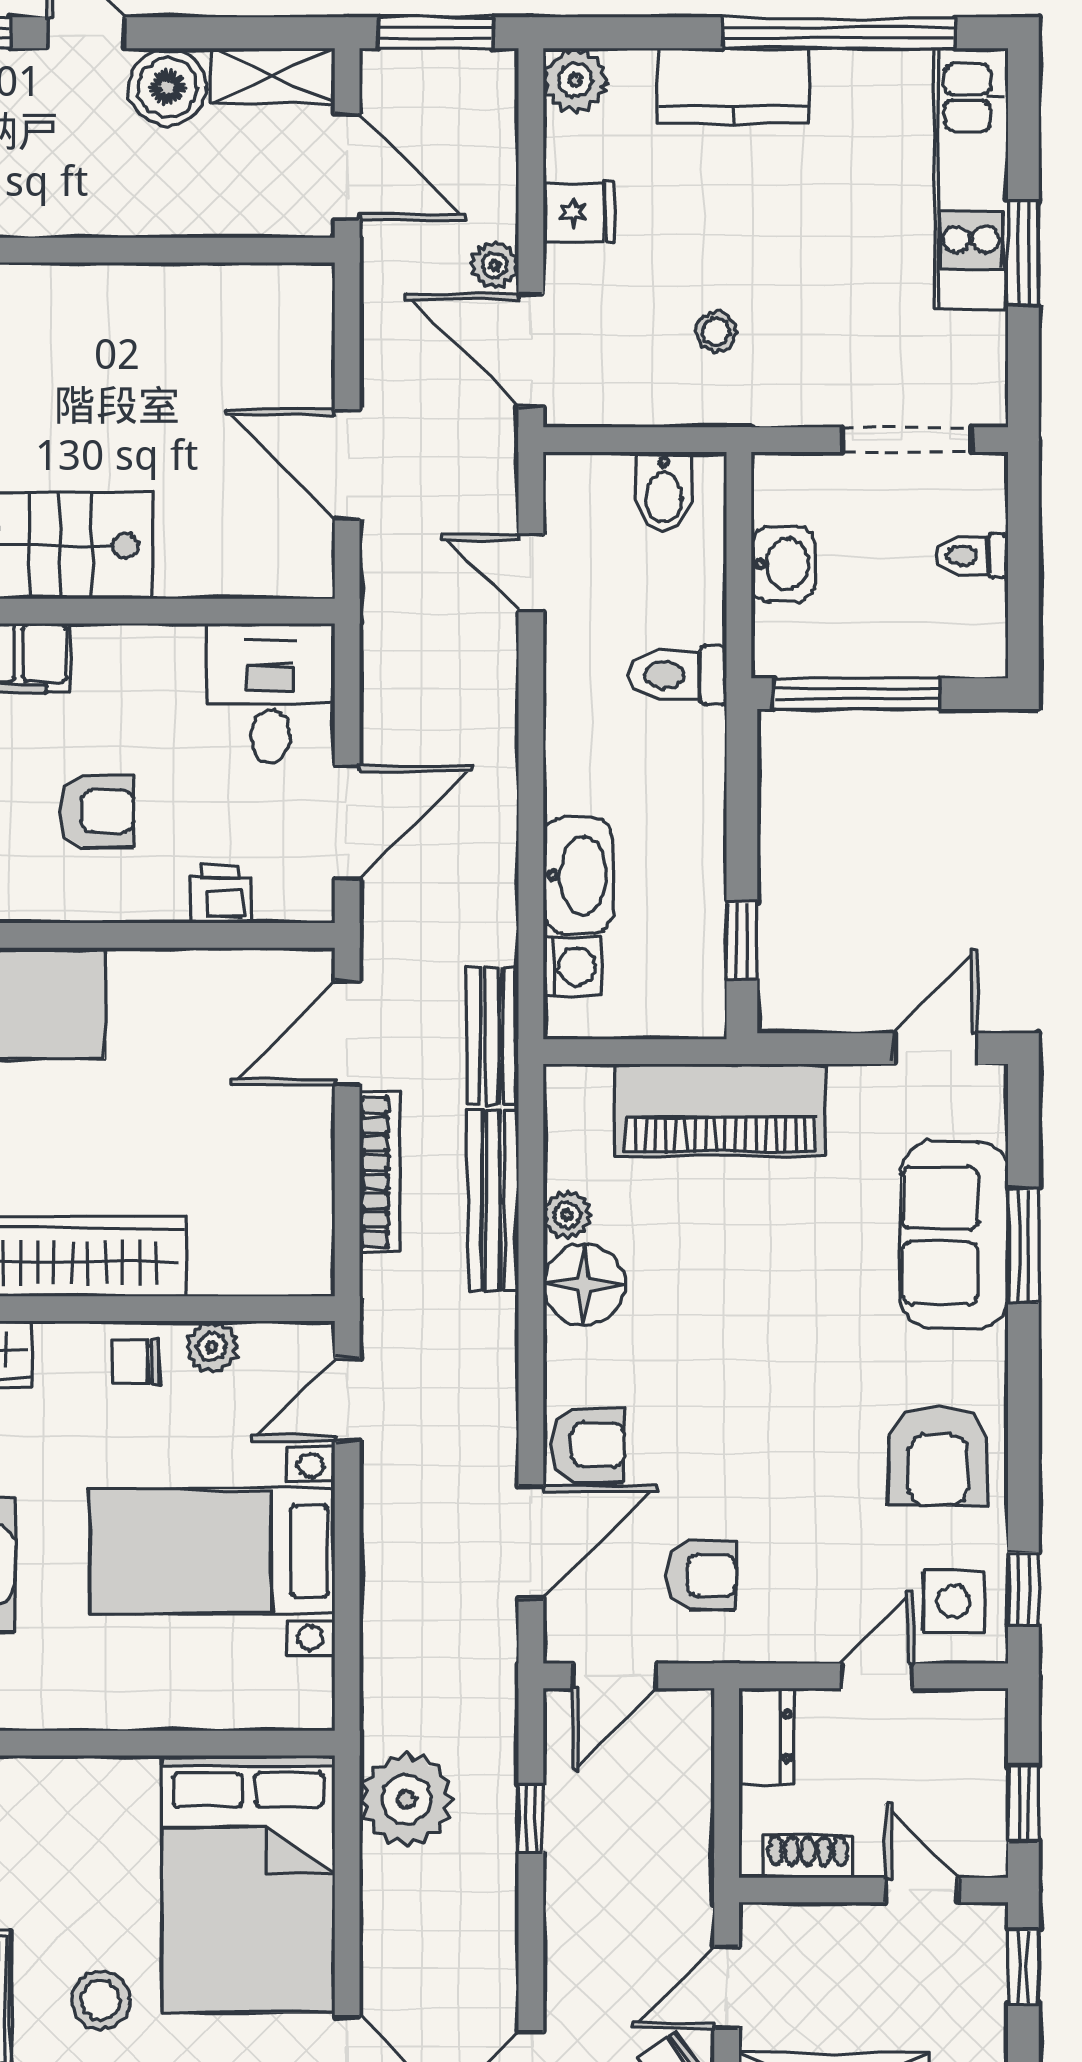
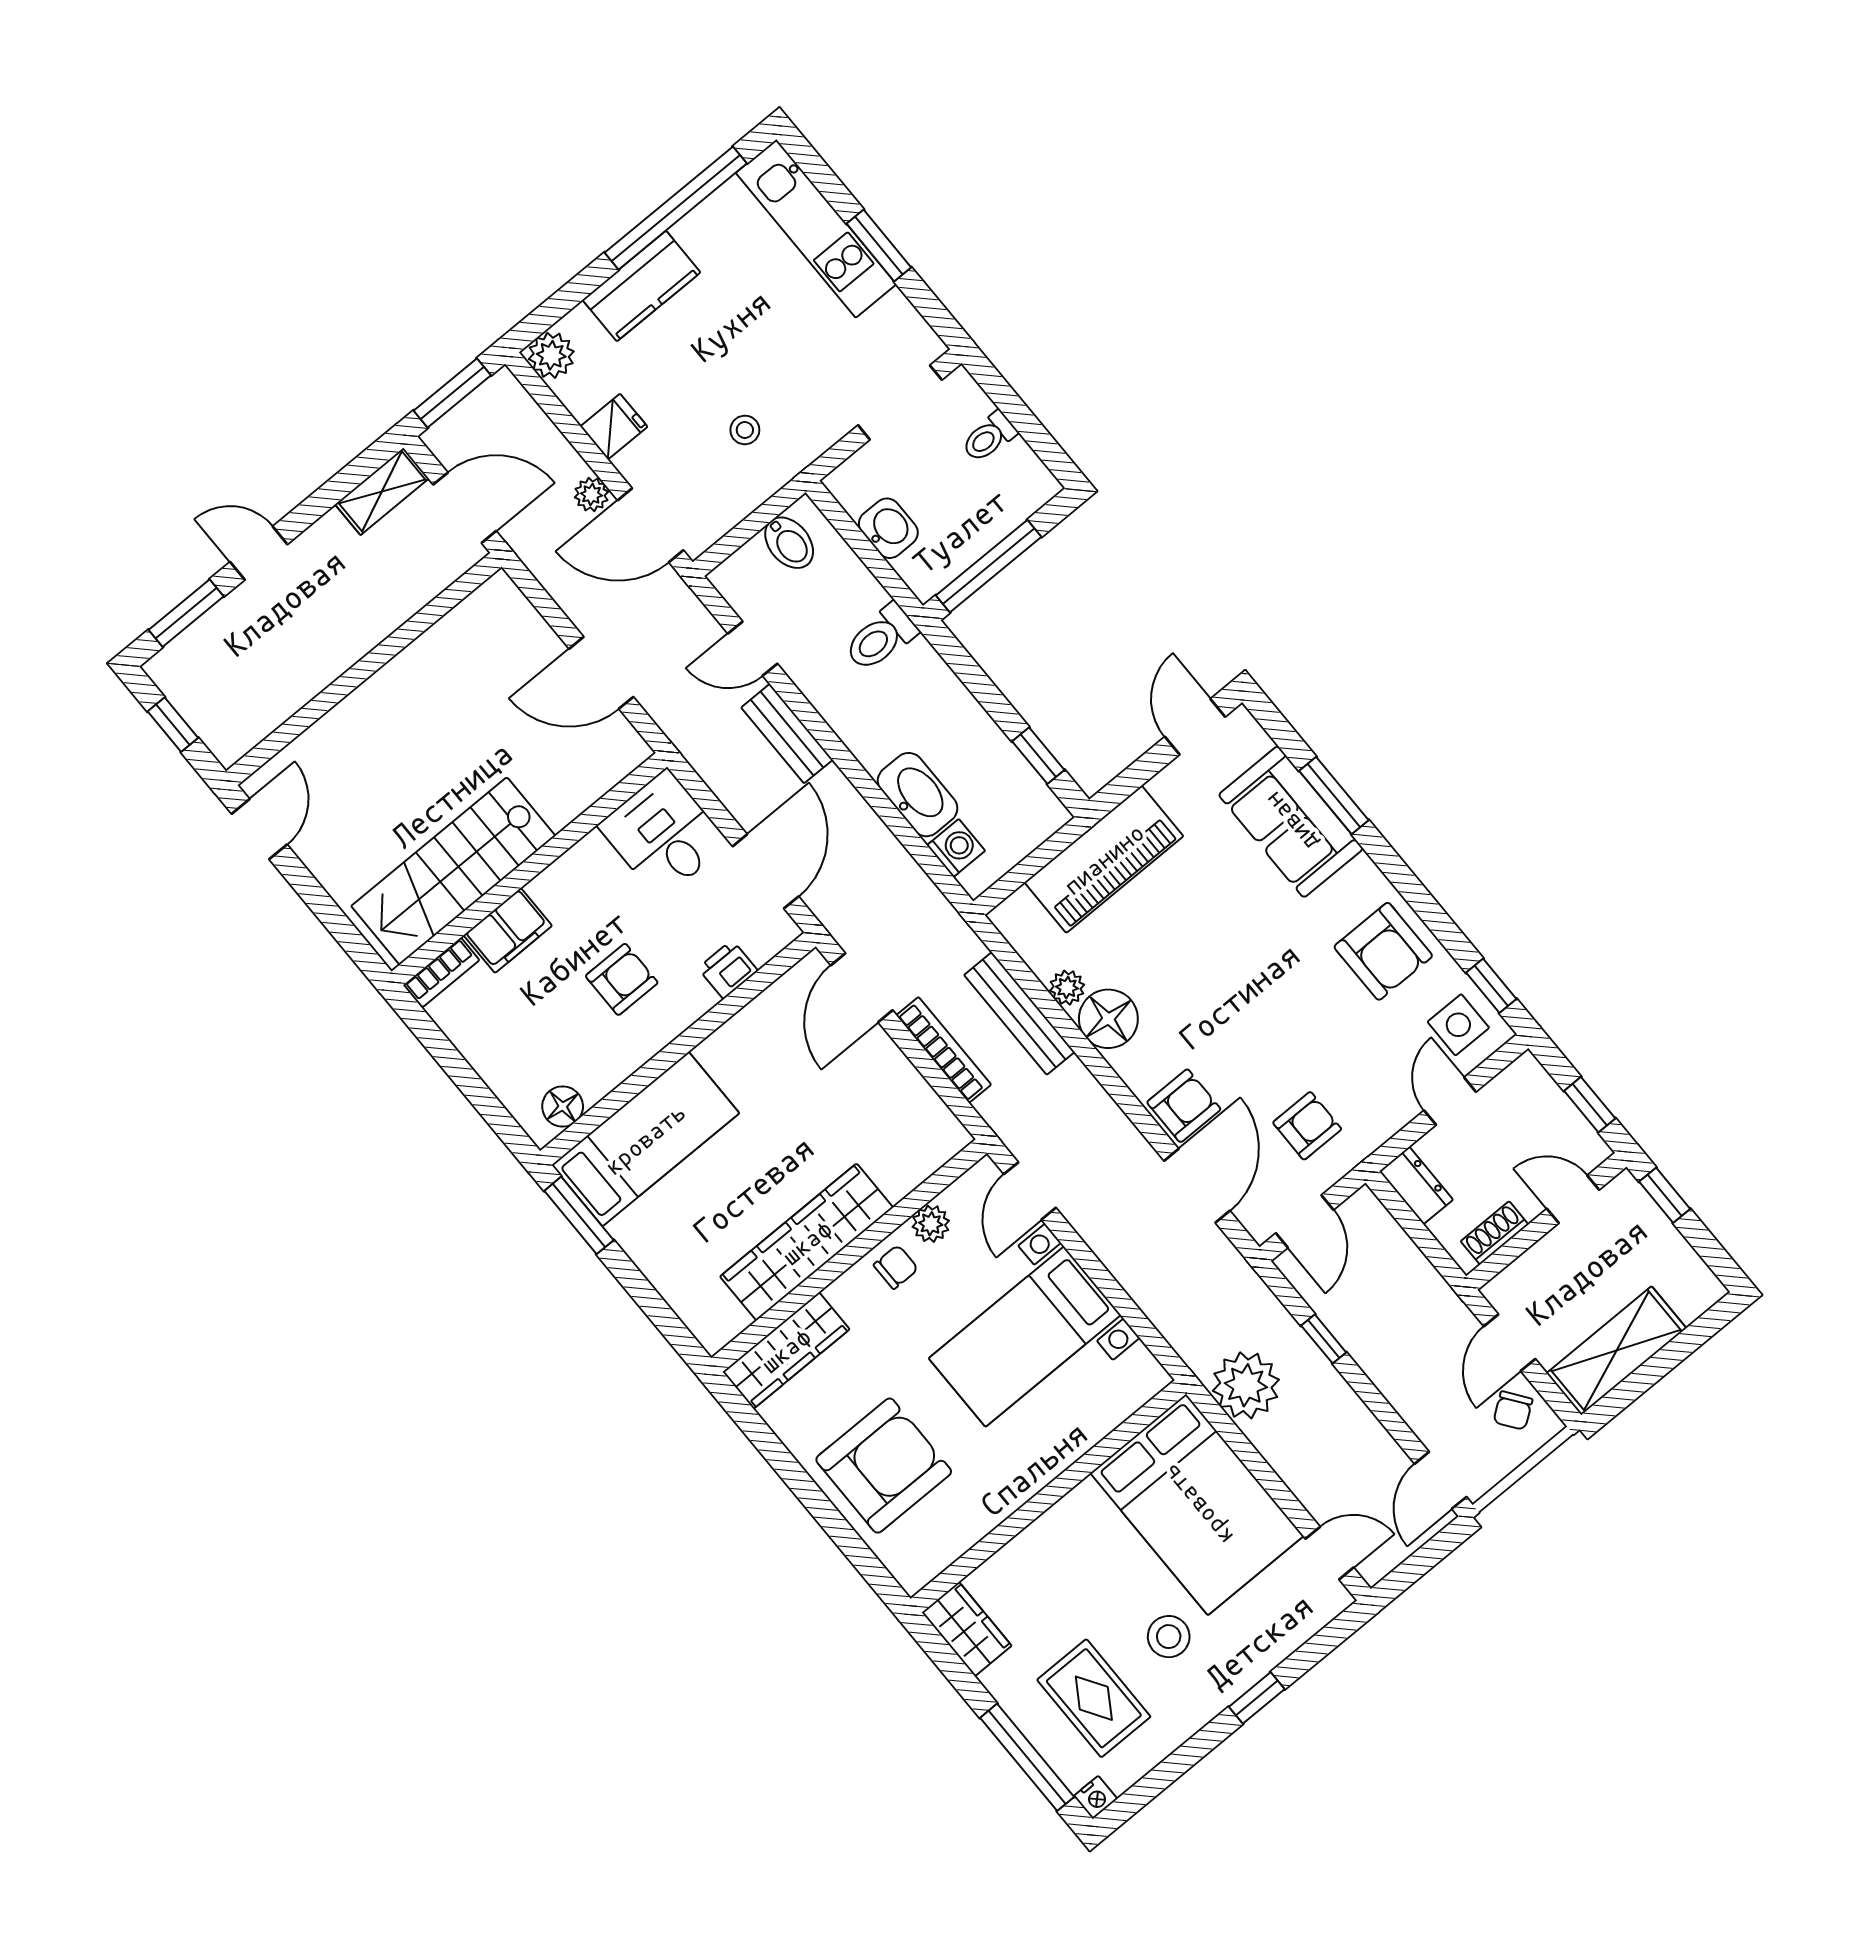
boiler: (168, 87) -> (329, 546), removed
bench: (492, 1036) -> (787, 734), moved
chair: (136, 1362) -> (896, 1267), turned 180

